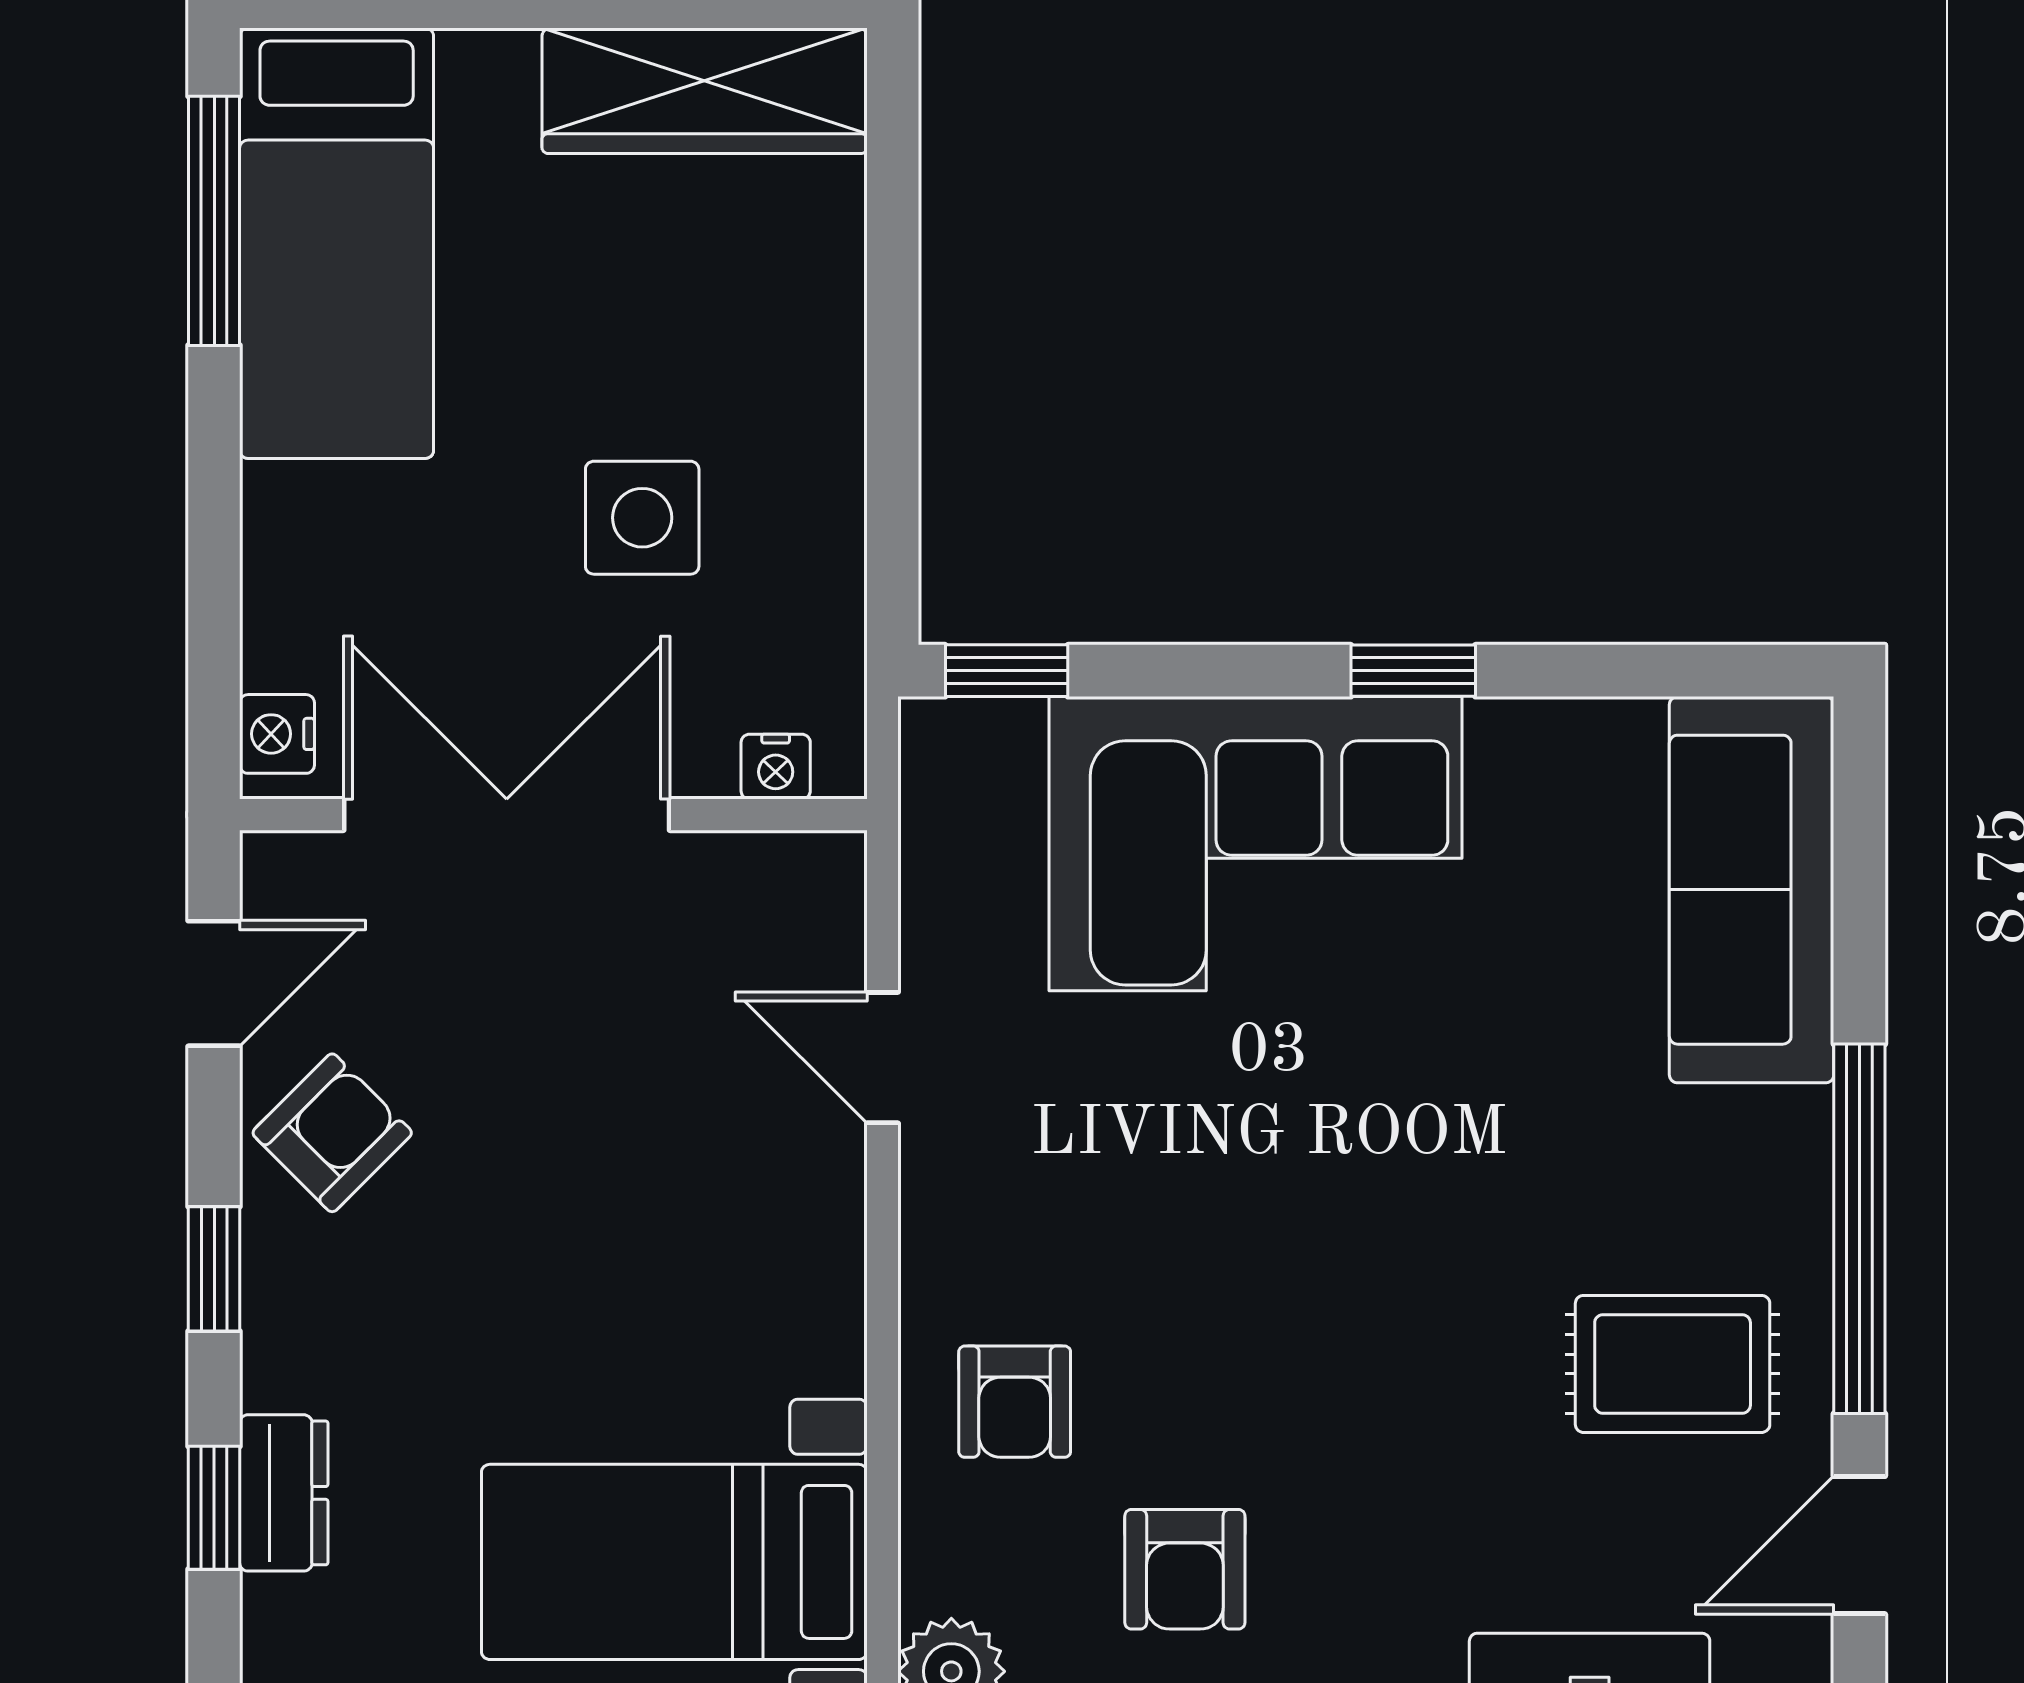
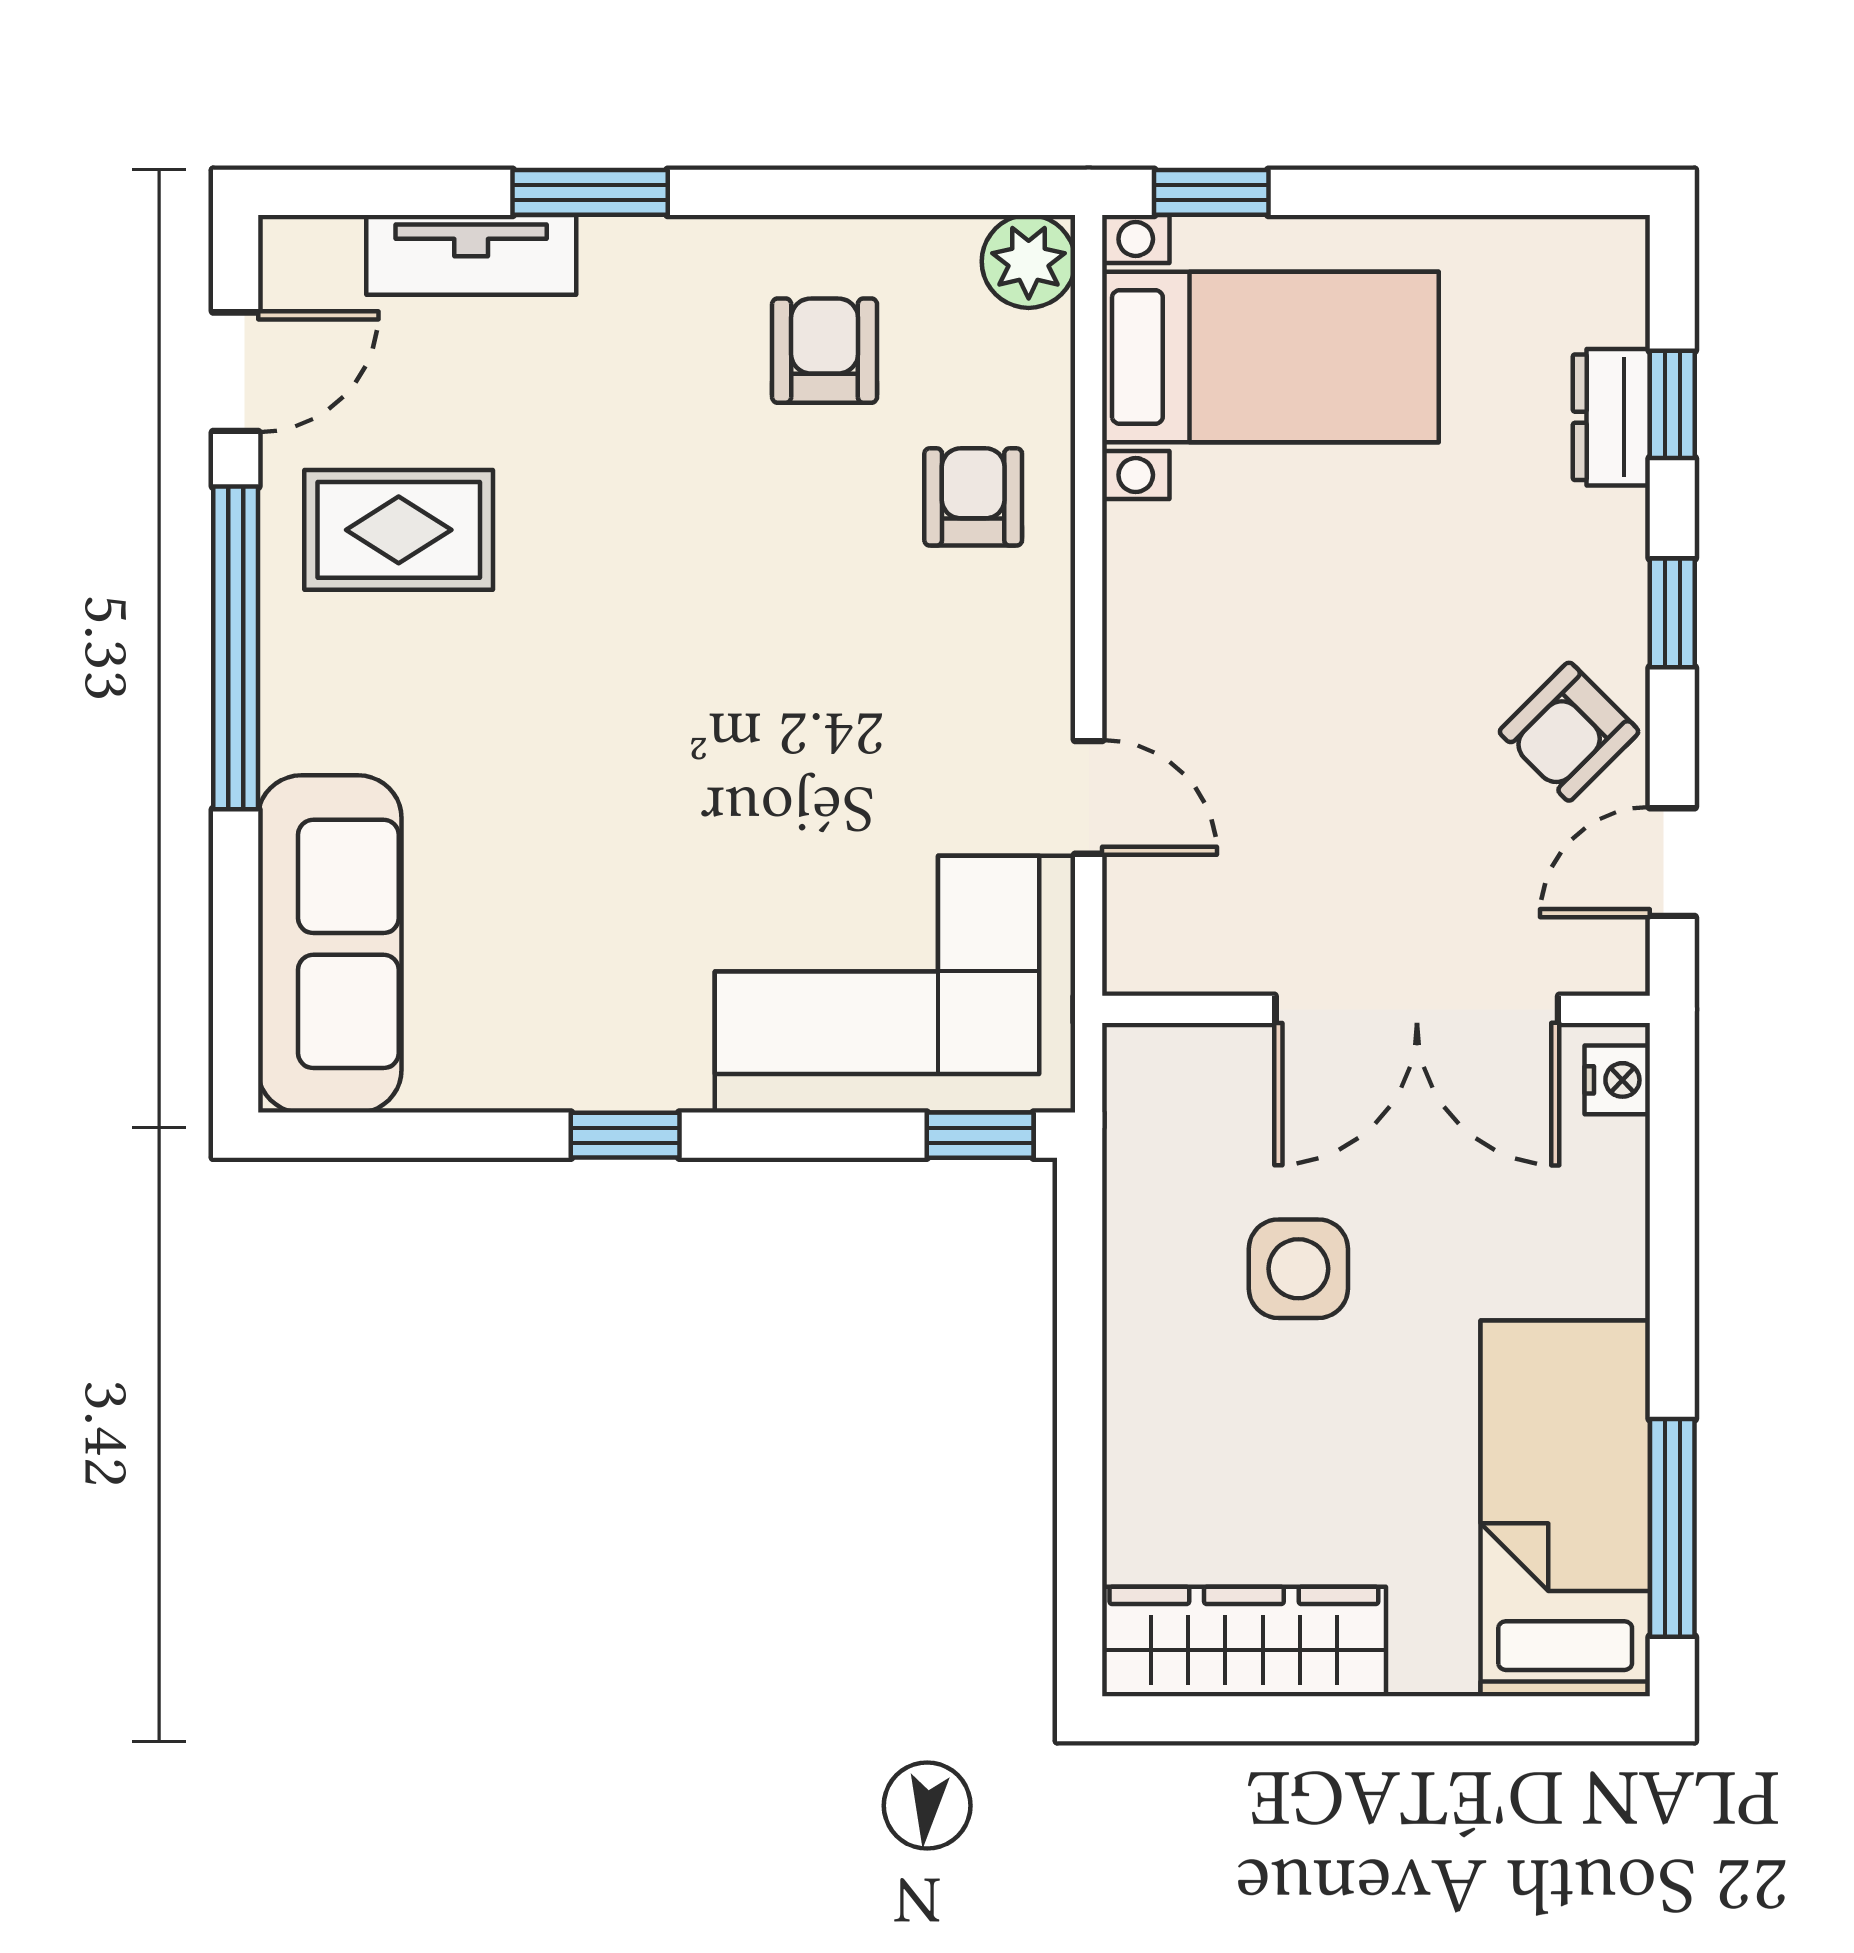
nightstand: (776, 767) -> (1182, 1051), removed
corner sofa: (1256, 844) -> (895, 984), moved

